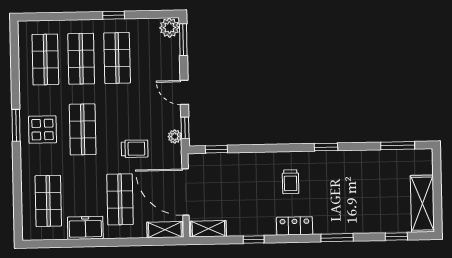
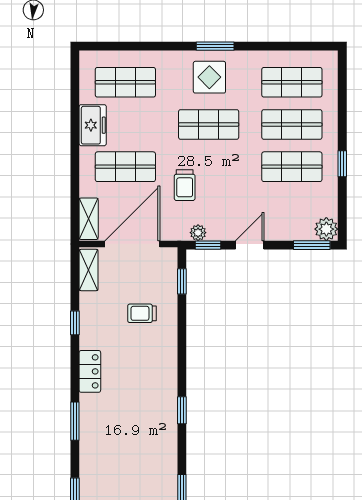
trolley: (291, 182) -> (142, 313), moved

